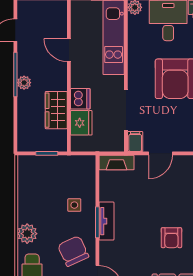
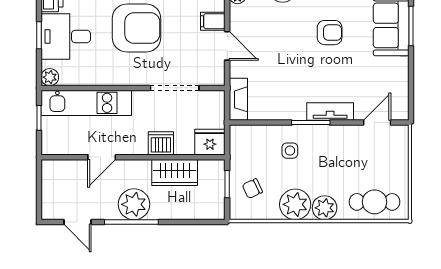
plant: (24, 83) -> (134, 204), width x1.88, depth x1.88
fridge: (81, 123) -> (210, 142), moved
filing cabinet: (135, 141) -> (213, 21), moved
plant: (30, 209) -> (295, 204), added
tv unit: (106, 221) -> (330, 112), moved
chair: (73, 251) -> (252, 189), moved, width x0.54, depth x0.54

